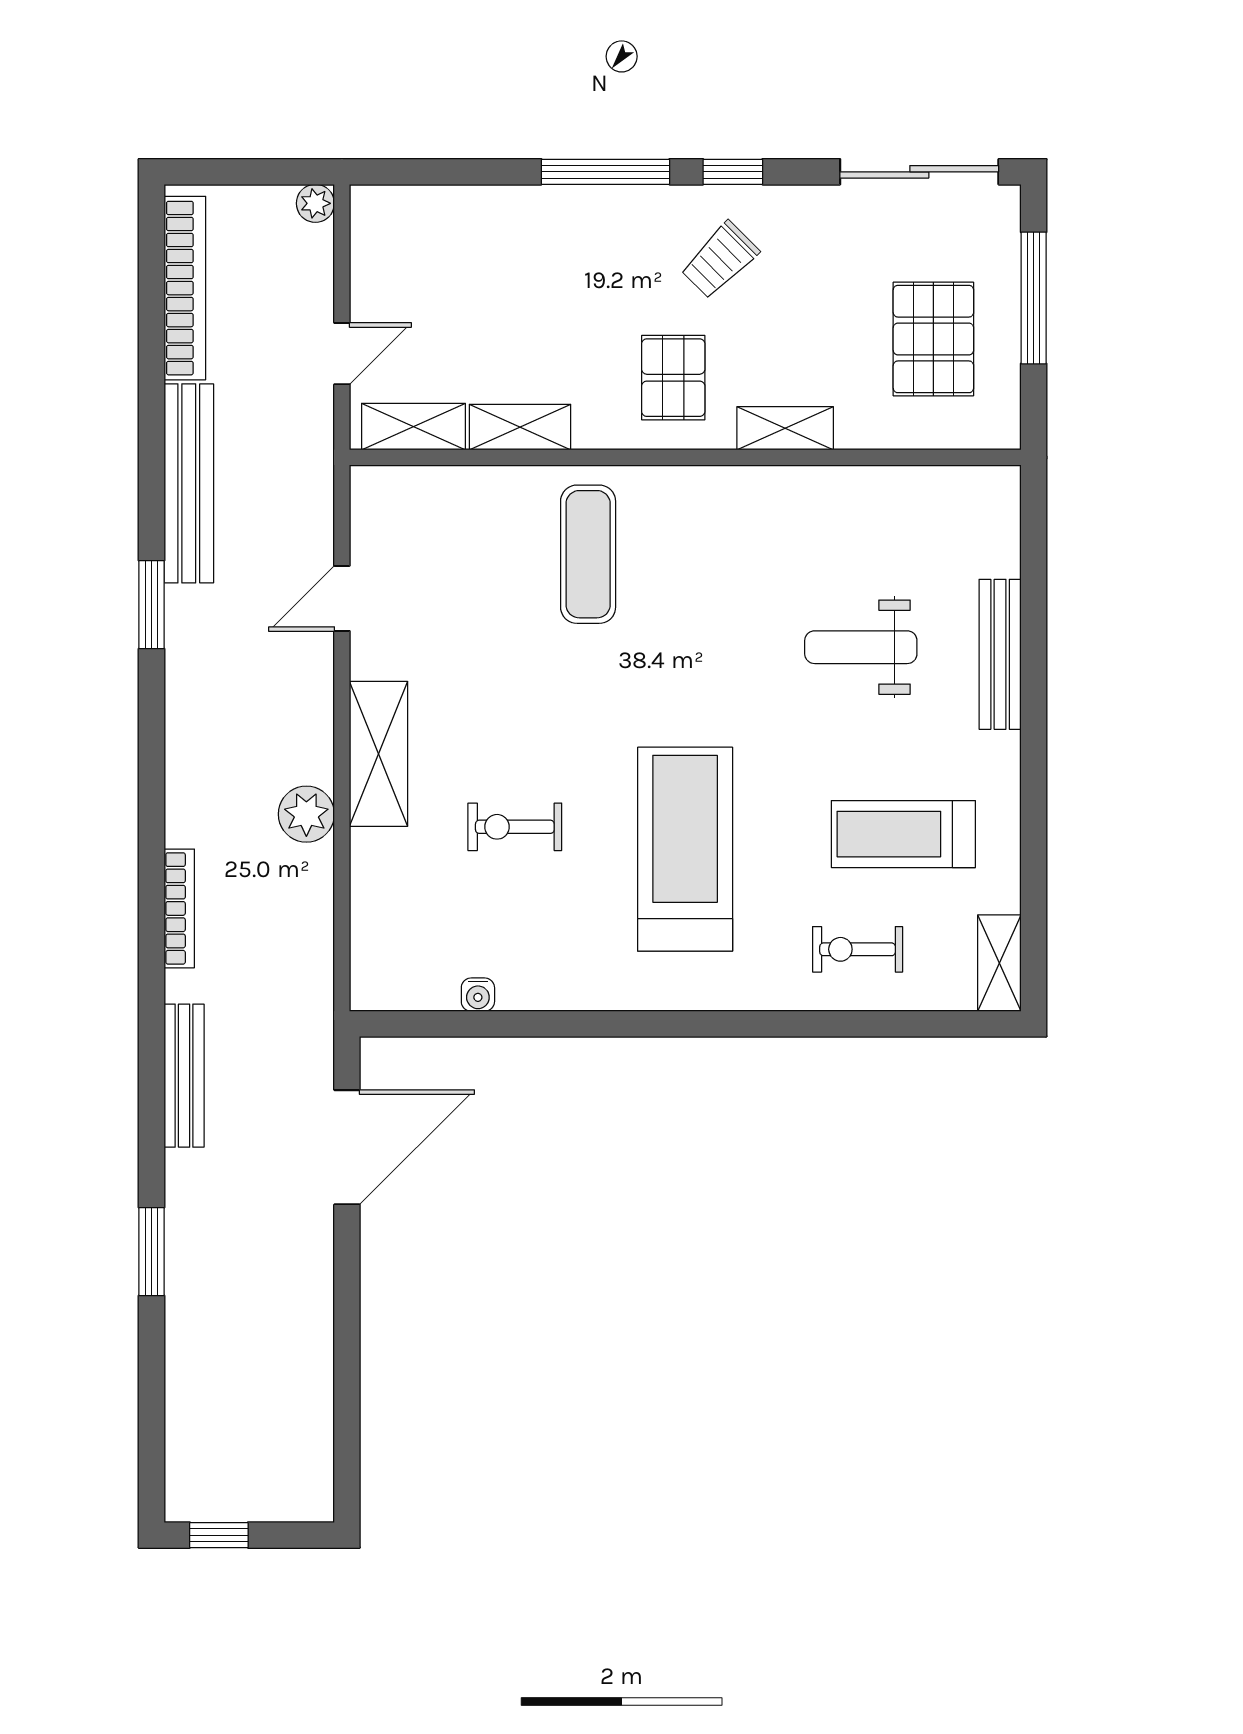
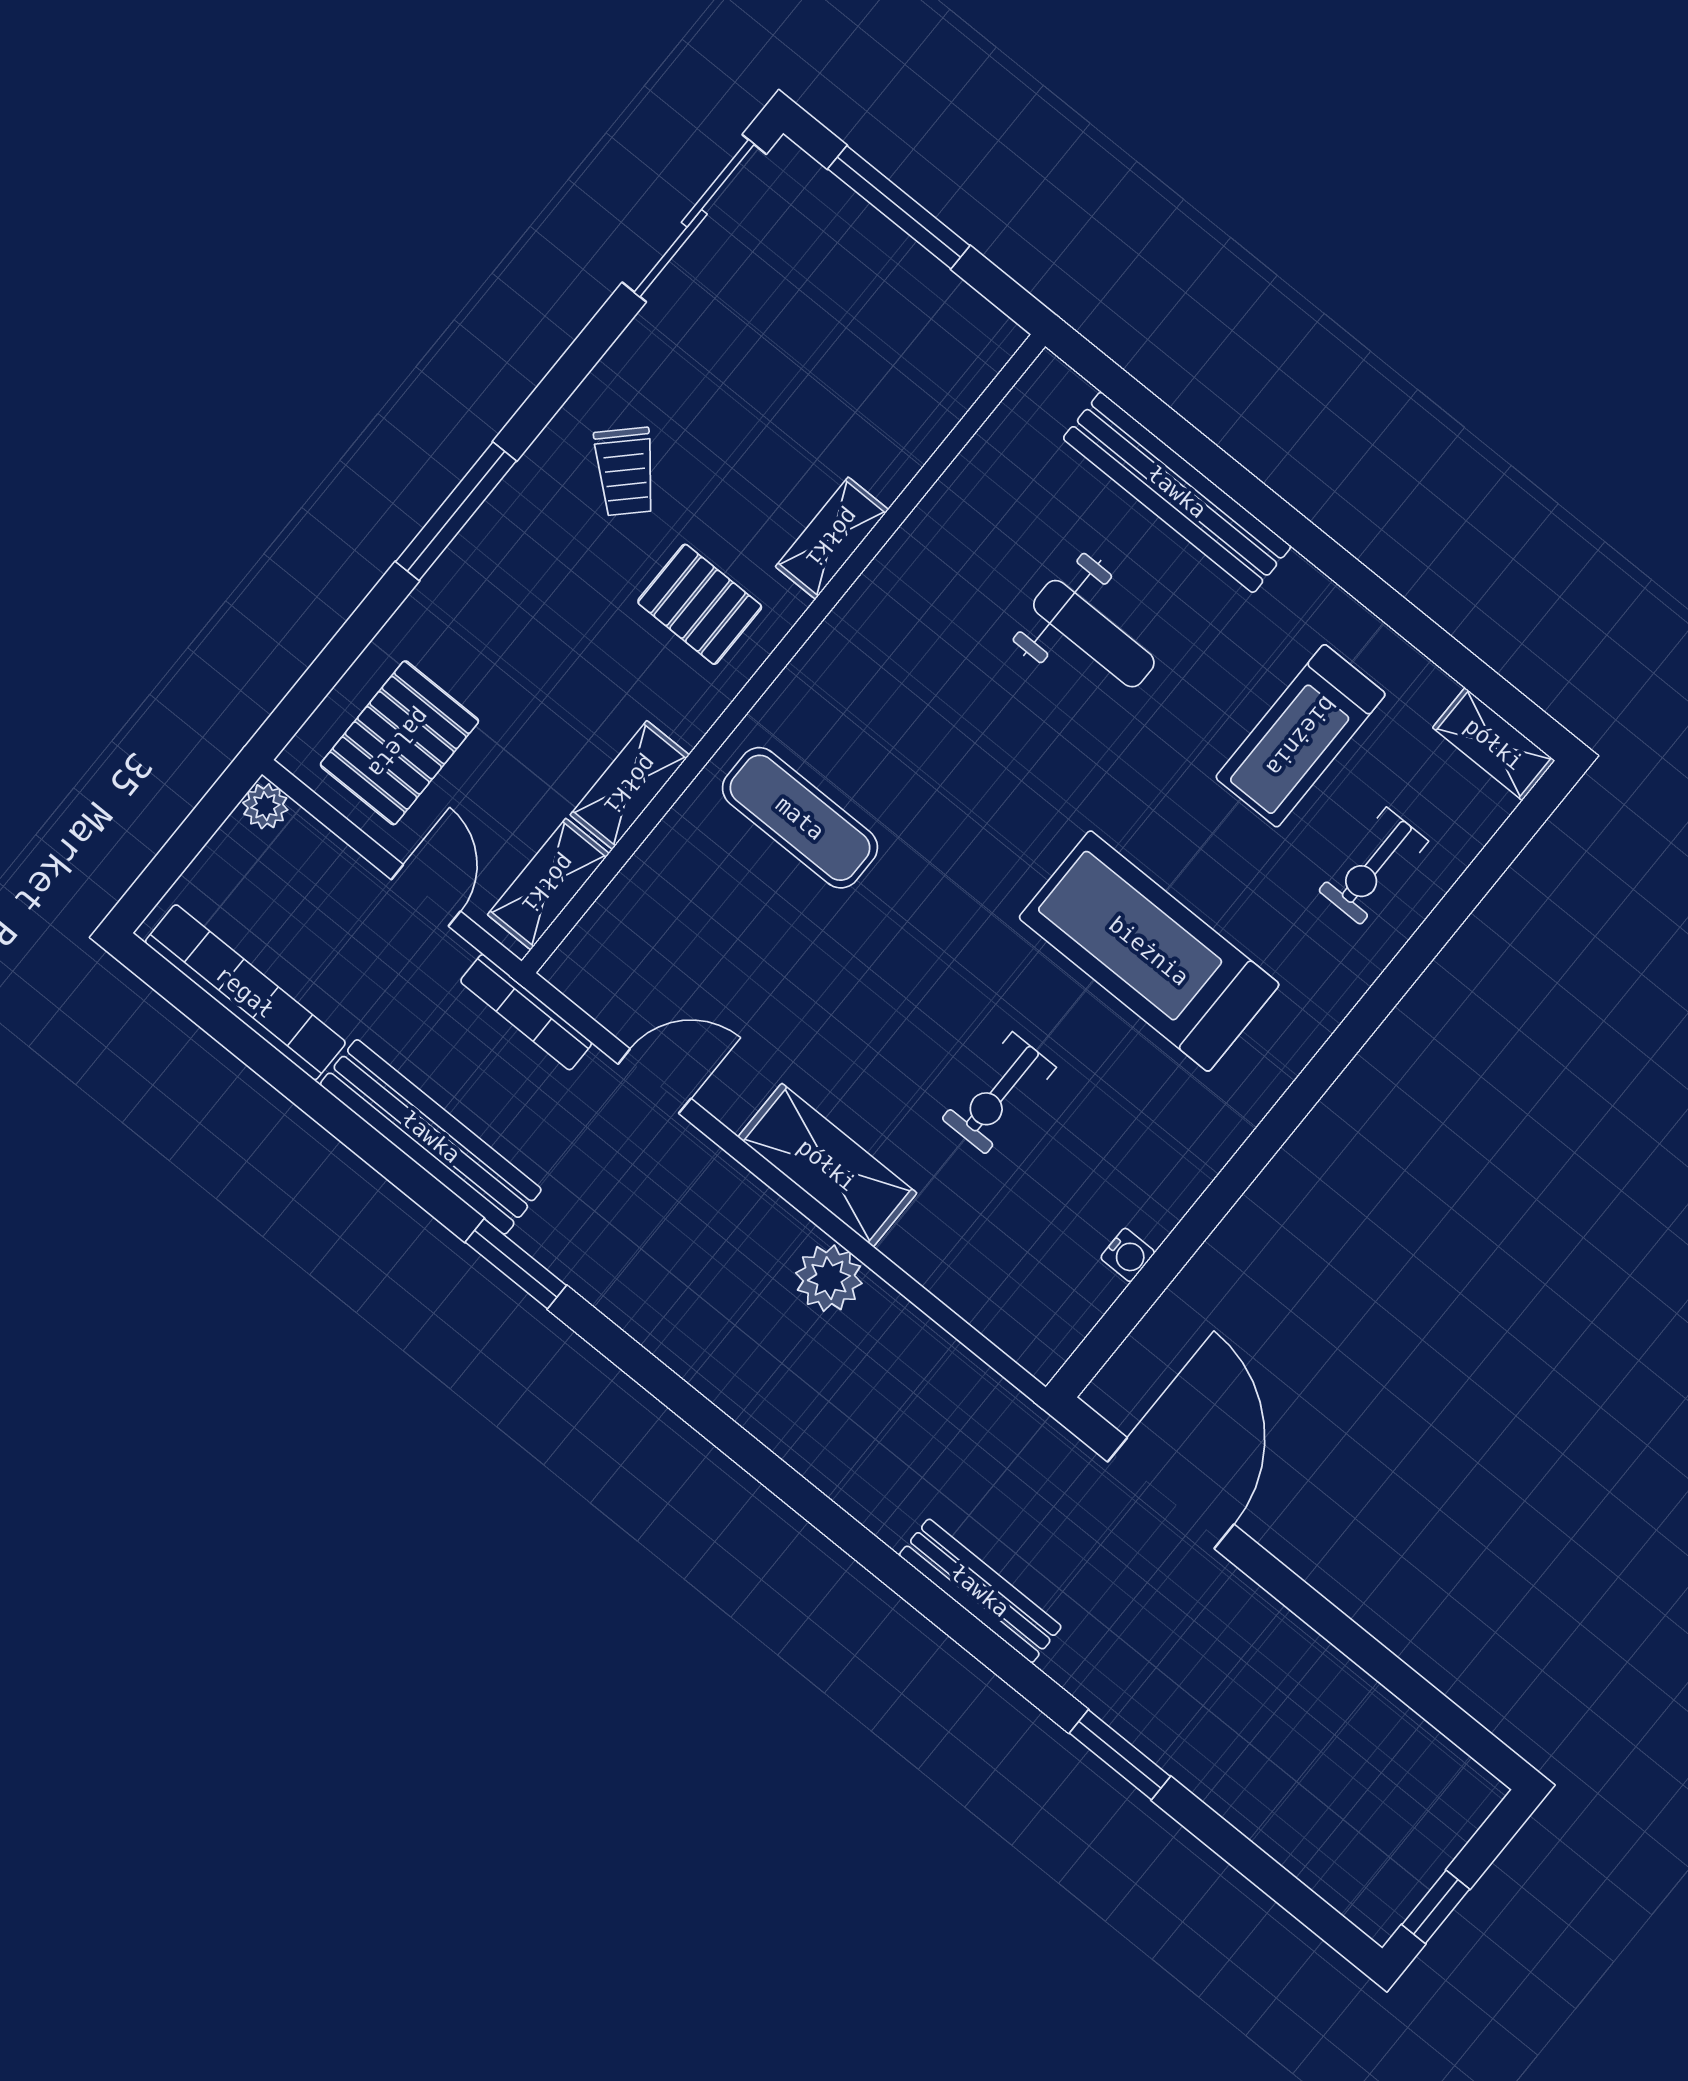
window: (733, 172) -> (553, 392), removed
pallet: (933, 339) -> (399, 743), moved, turned 90
door: (342, 598) -> (654, 1081), swing flipped
weight bench: (861, 647) -> (1094, 634), turned -90
bench: (1000, 654) -> (1177, 492), width x1.37, depth x1.21
bookcase: (179, 908) -> (526, 1012), moved, turned 180

